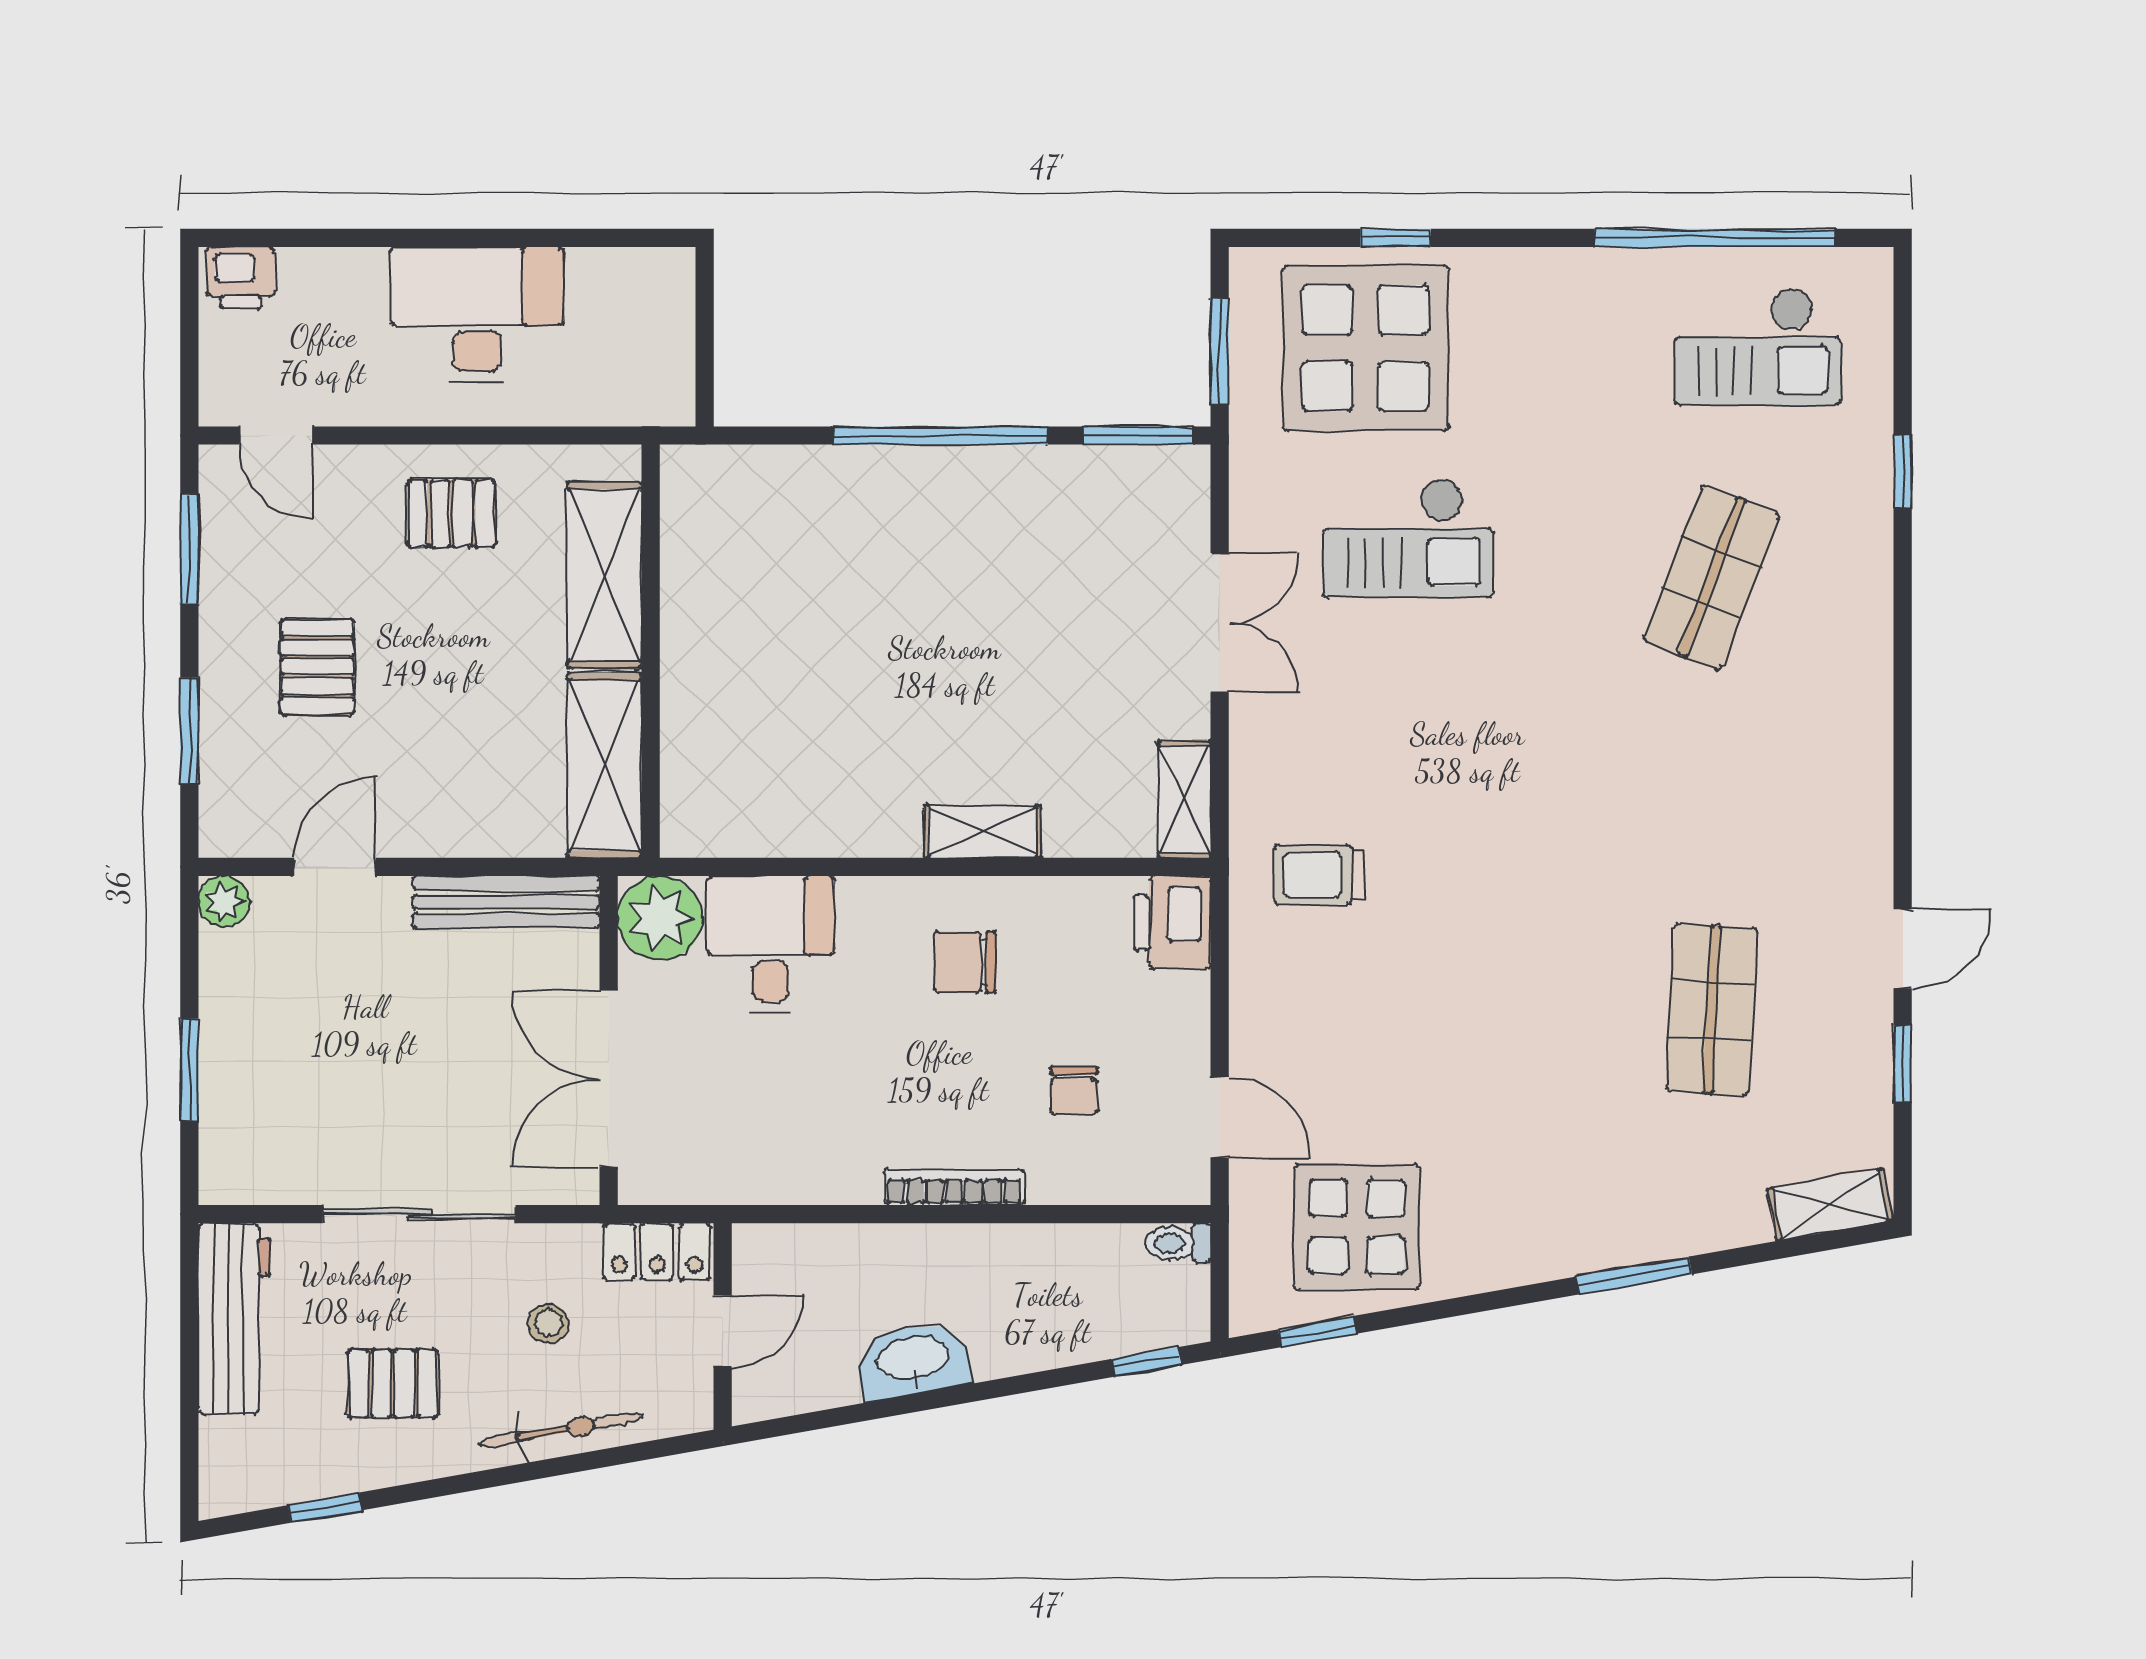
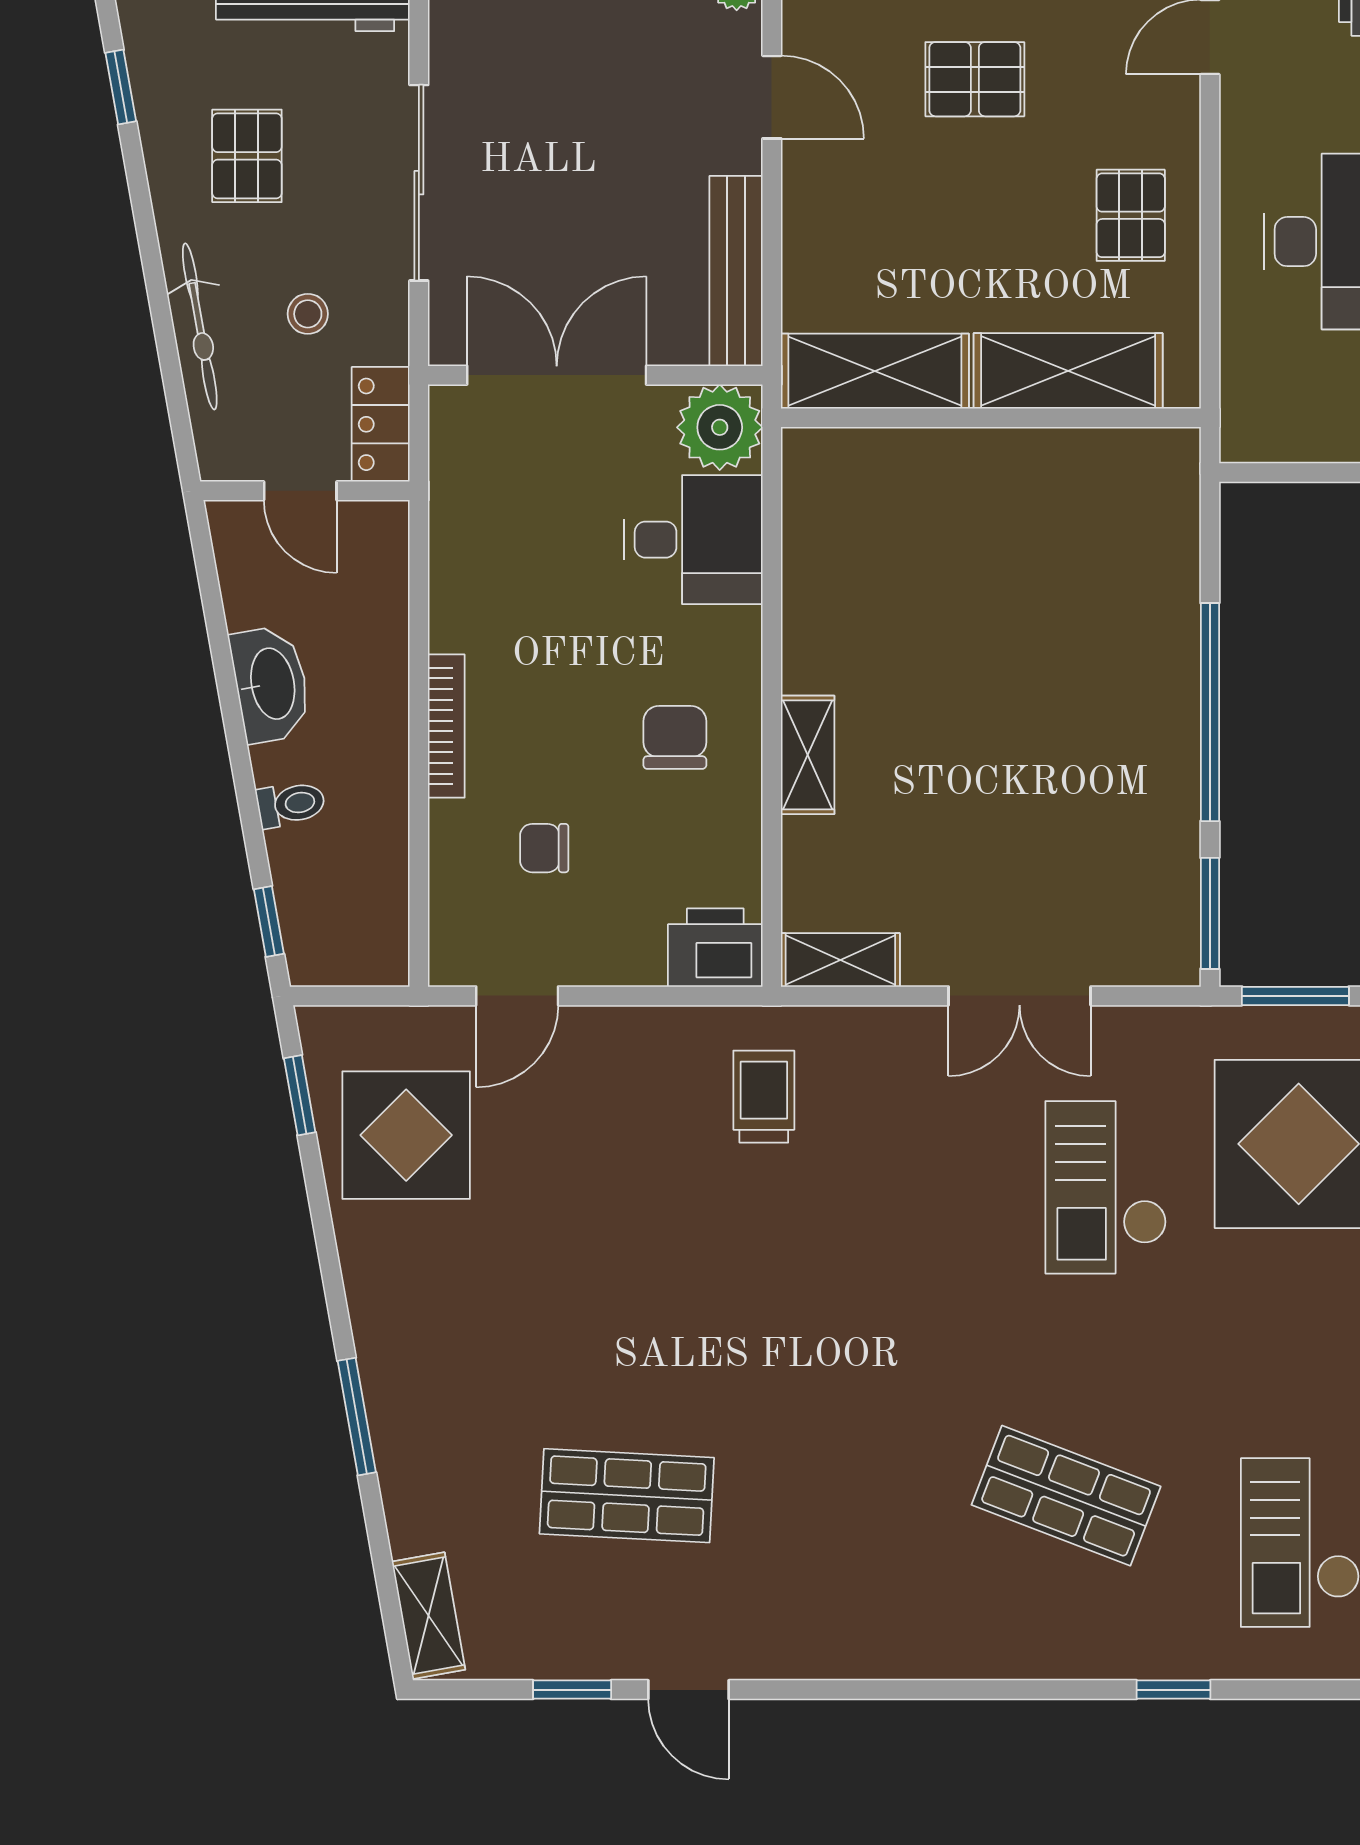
toilet: (1178, 1243) -> (291, 804), moved, turned 80

